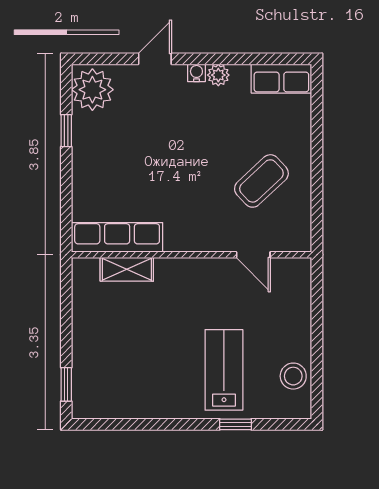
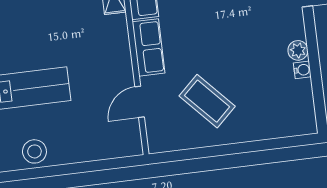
water cooler: (196, 73) -> (302, 70), moved
row of seats: (281, 79) -> (149, 47), moved, turned 180

